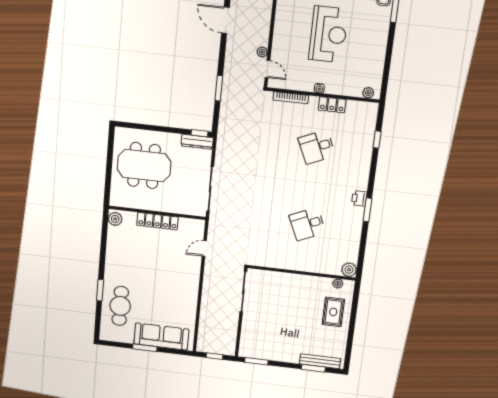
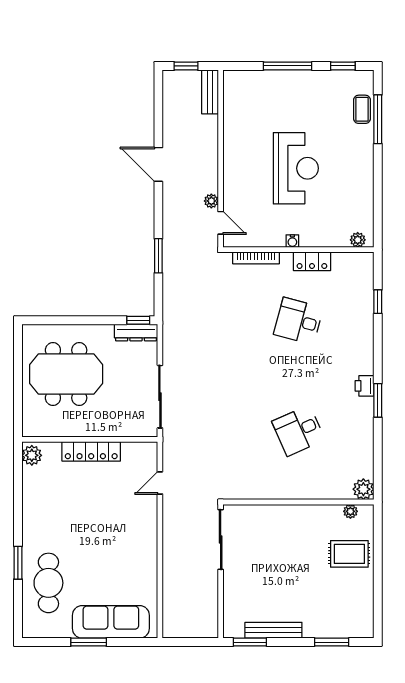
desk: (317, 147) -> (298, 321), turned 39
rug: (333, 312) -> (349, 554), turned 90
window: (214, 356) -> (189, 642), removed
bench: (320, 361) -> (273, 630), moved

